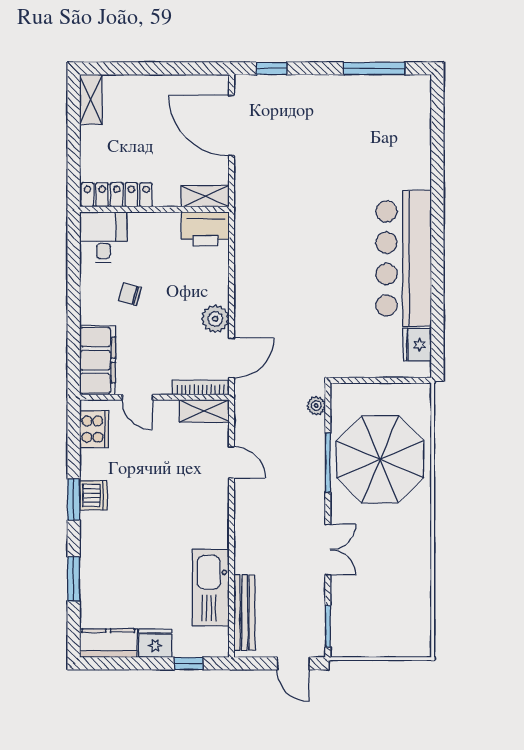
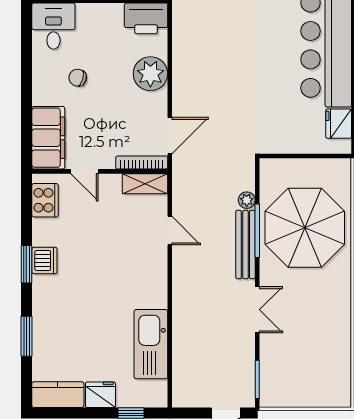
plant: (215, 319) -> (150, 74), moved, width x1.36, depth x1.36
plant: (316, 406) -> (247, 200), moved
bench: (244, 612) -> (245, 245), moved

